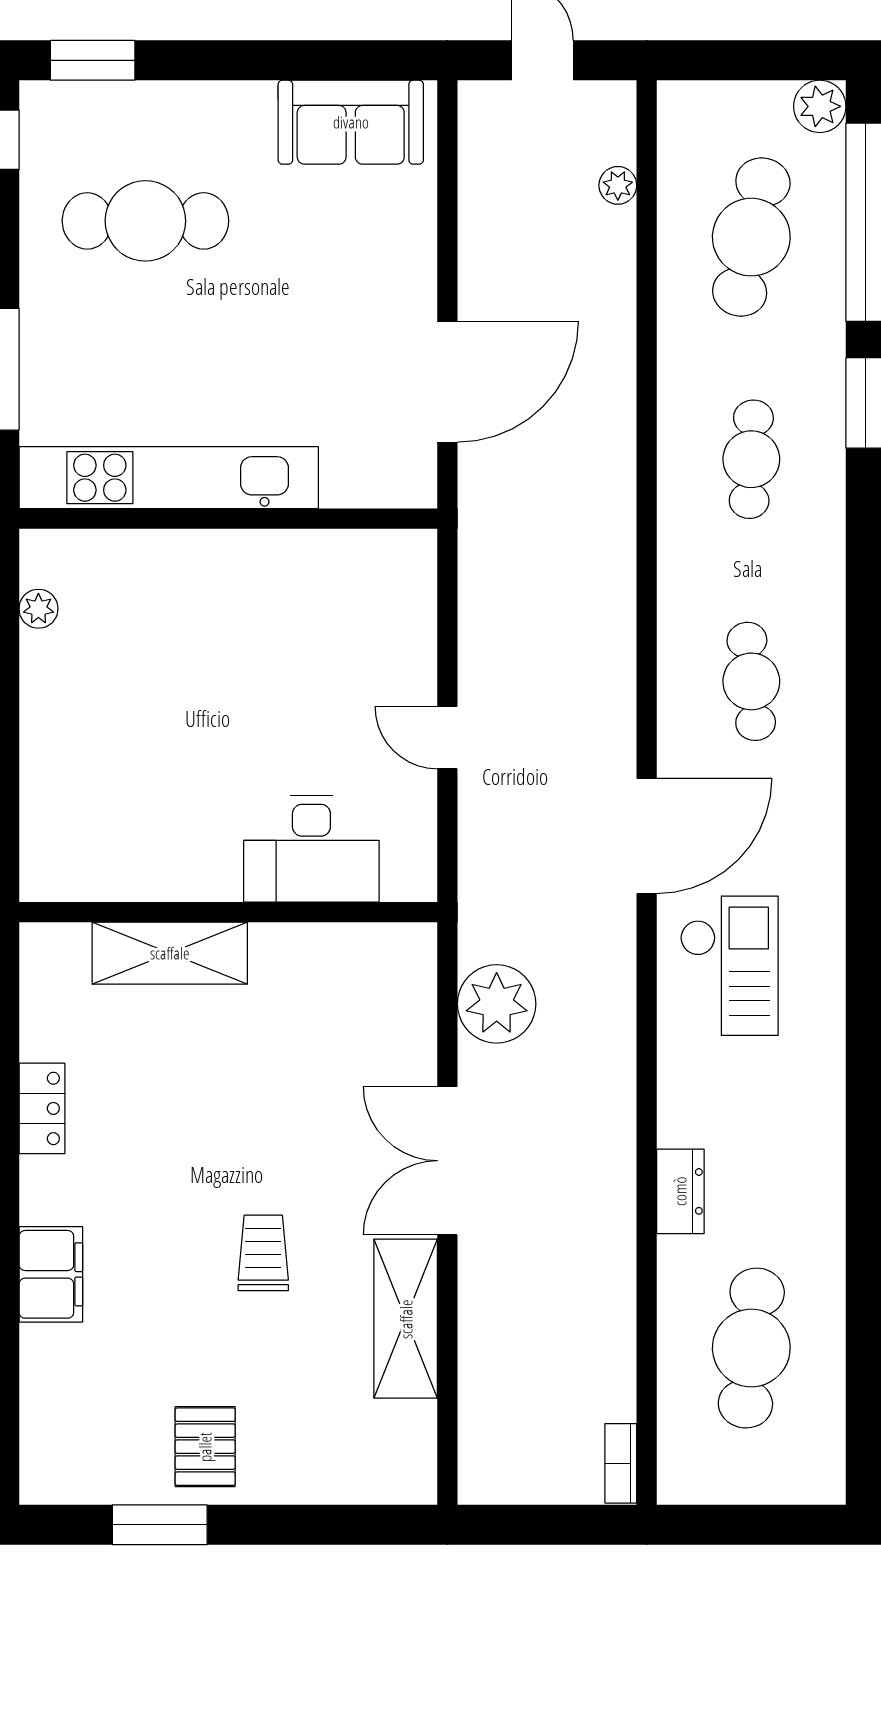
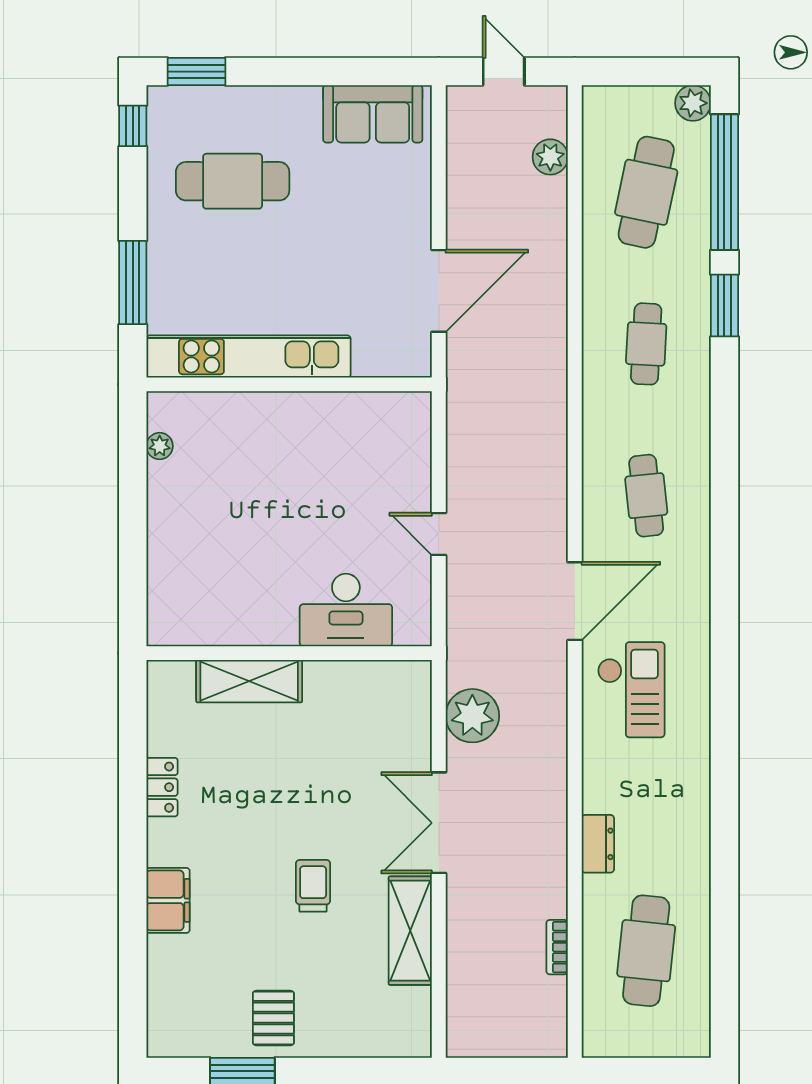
plant: (618, 185) -> (550, 157), width x1.38, depth x1.38
bookcase: (621, 1463) -> (557, 947), moved

